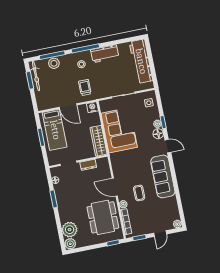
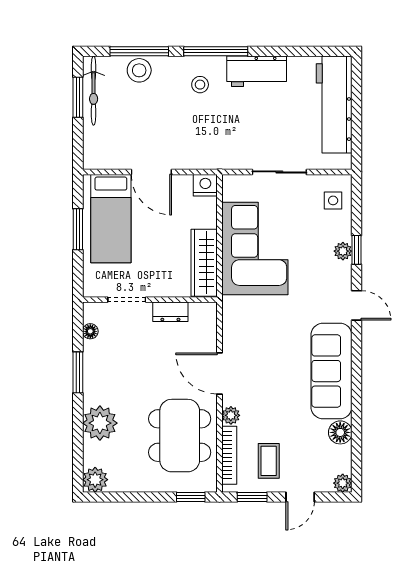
trolley: (85, 88) -> (197, 138), removed
floor lamp: (158, 134) -> (340, 432), moved
coffee table: (139, 193) -> (269, 461), moved
plant: (70, 230) -> (100, 423), moved

